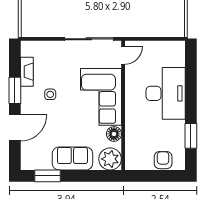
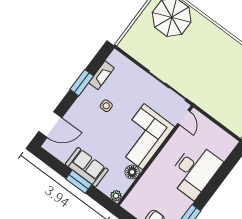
door: (123, 55) -> (184, 117), hinge flipped
door: (15, 128) -> (50, 125), moved
plant: (110, 159) -> (116, 196), width x0.53, depth x0.53
window: (48, 176) -> (79, 182), moved

